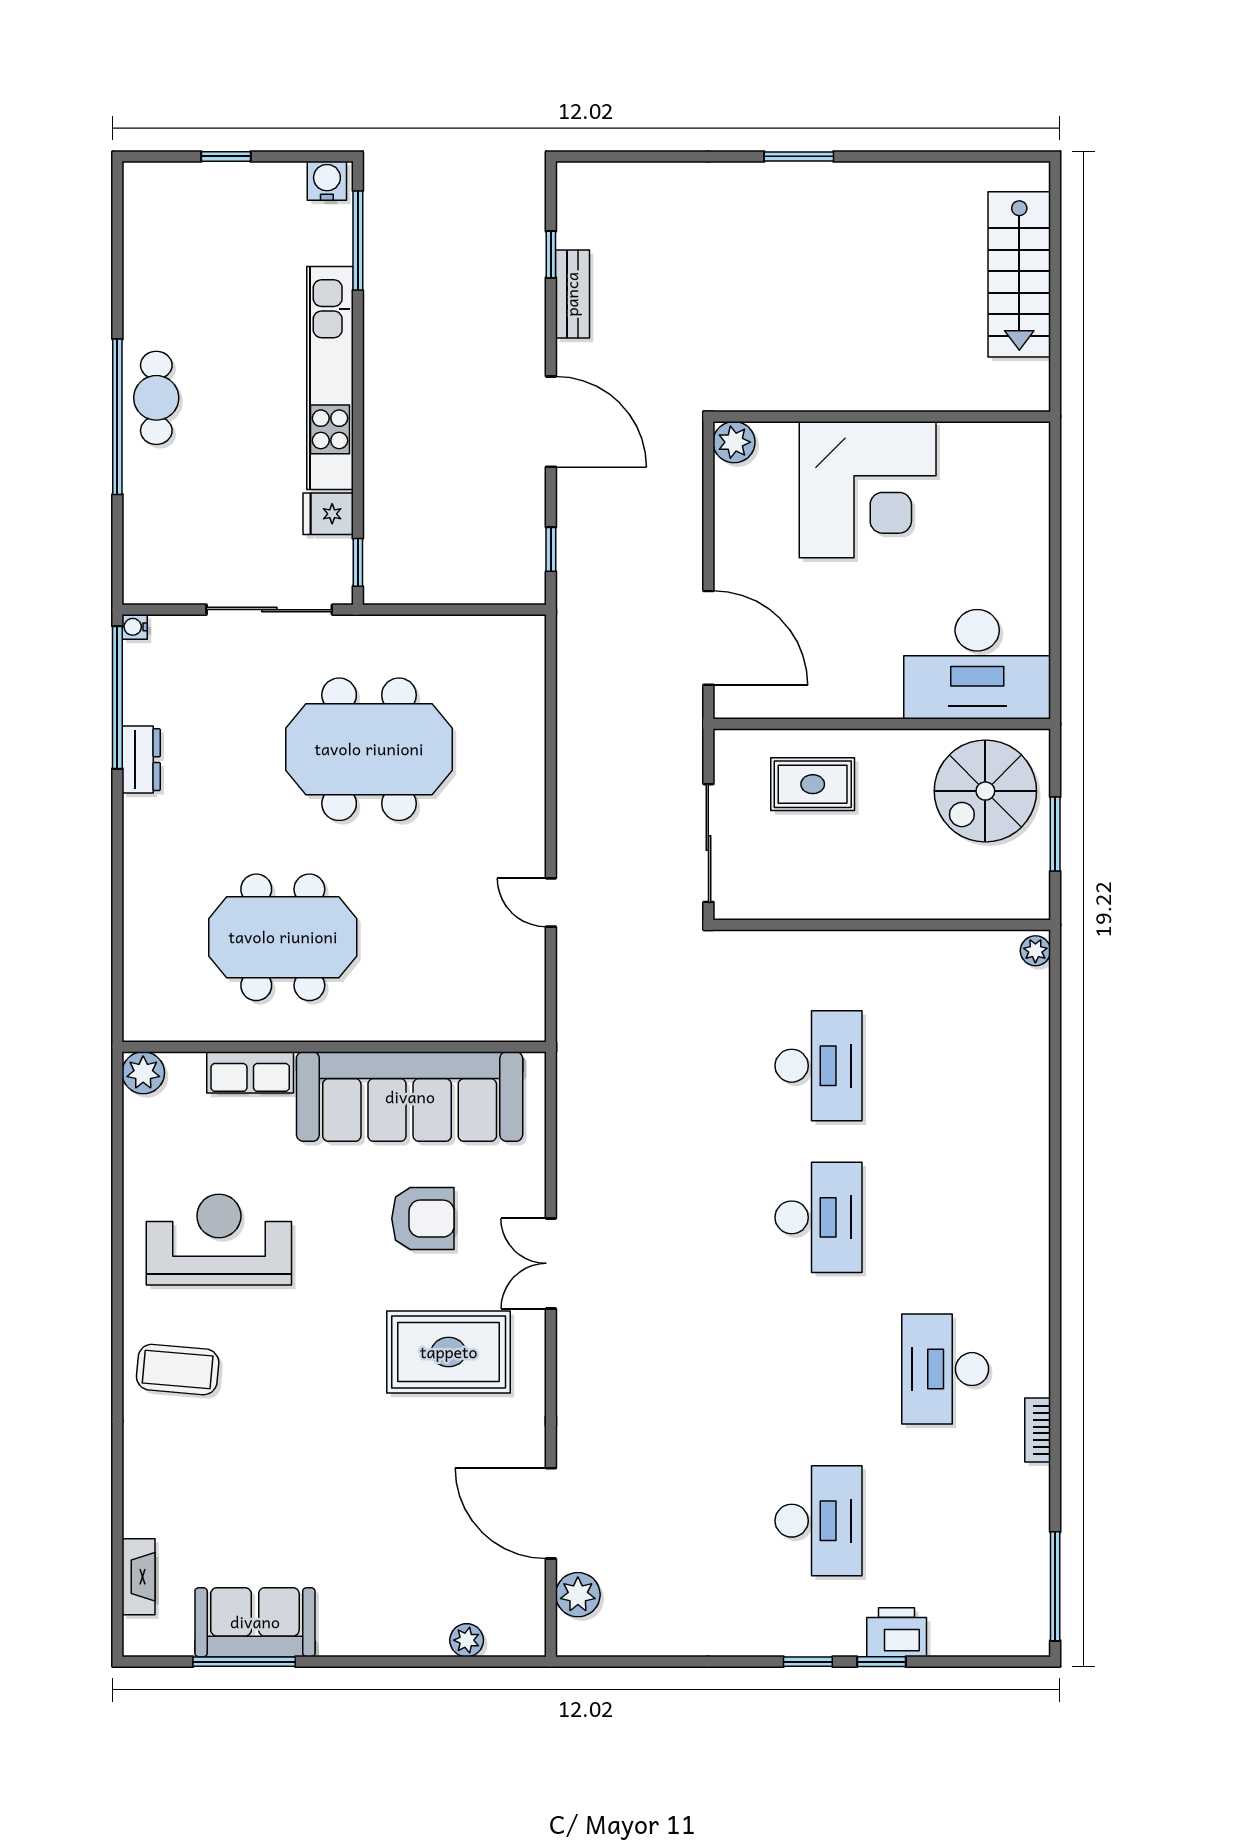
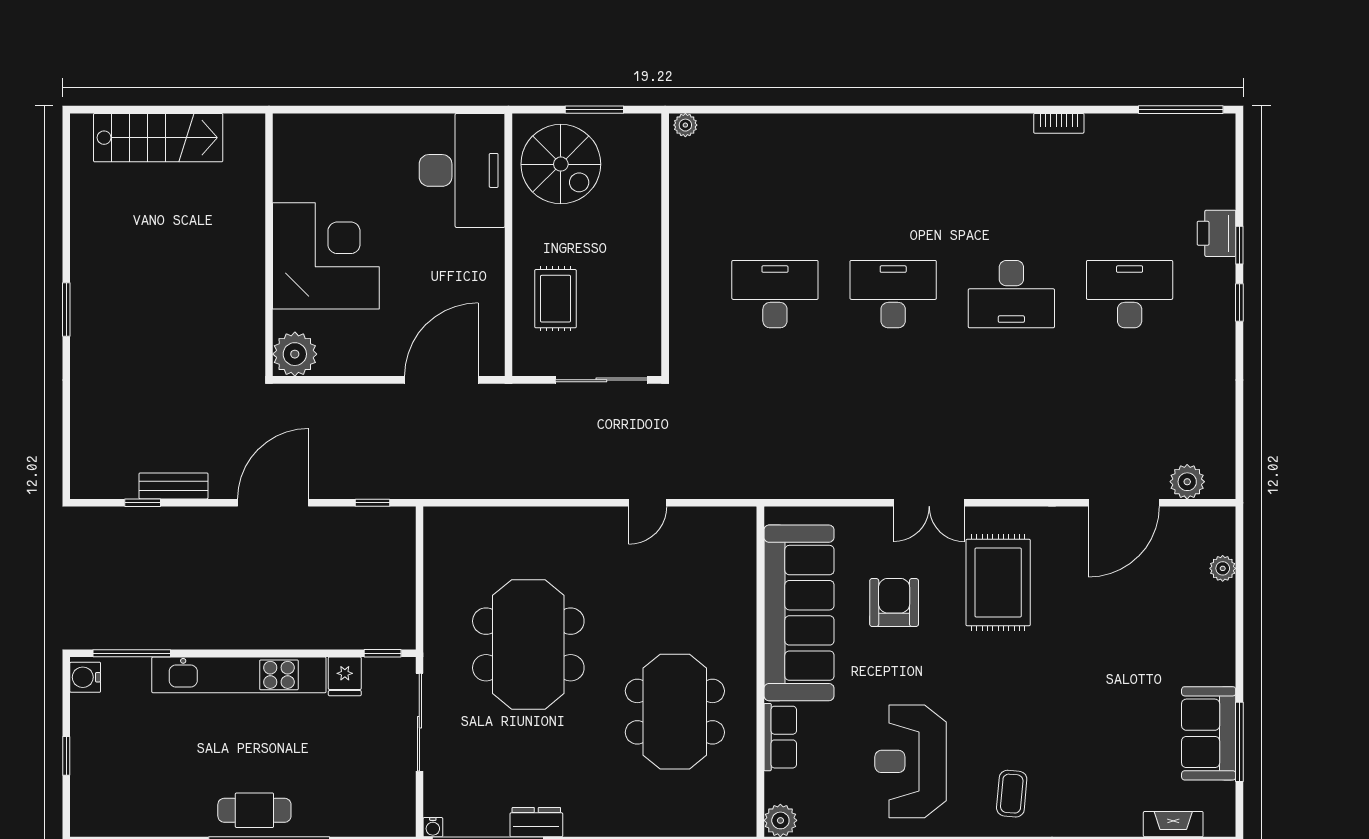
plant: (734, 442) -> (295, 354), width x1.36, depth x1.36
desk: (945, 1369) -> (1011, 294), moved
coffee table: (178, 1370) -> (1012, 794), width x0.73, depth x0.77

